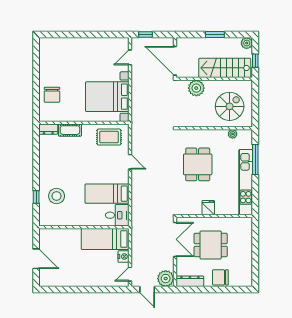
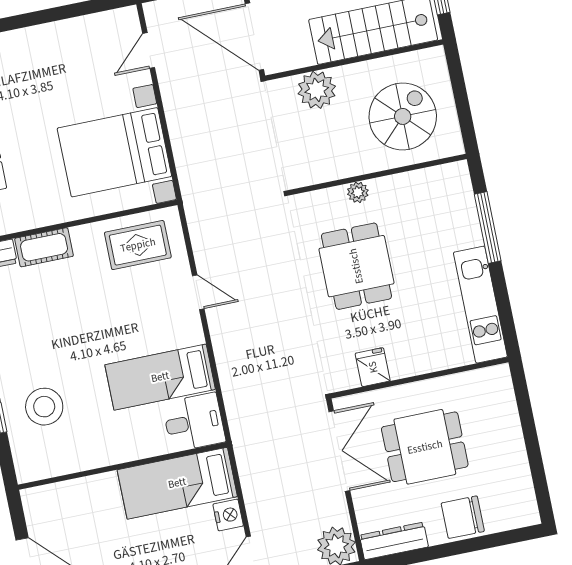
plant: (233, 134) -> (358, 192), moved
kitchen unit: (246, 182) -> (480, 305), width x0.73
fridge: (208, 208) -> (373, 367), moved

